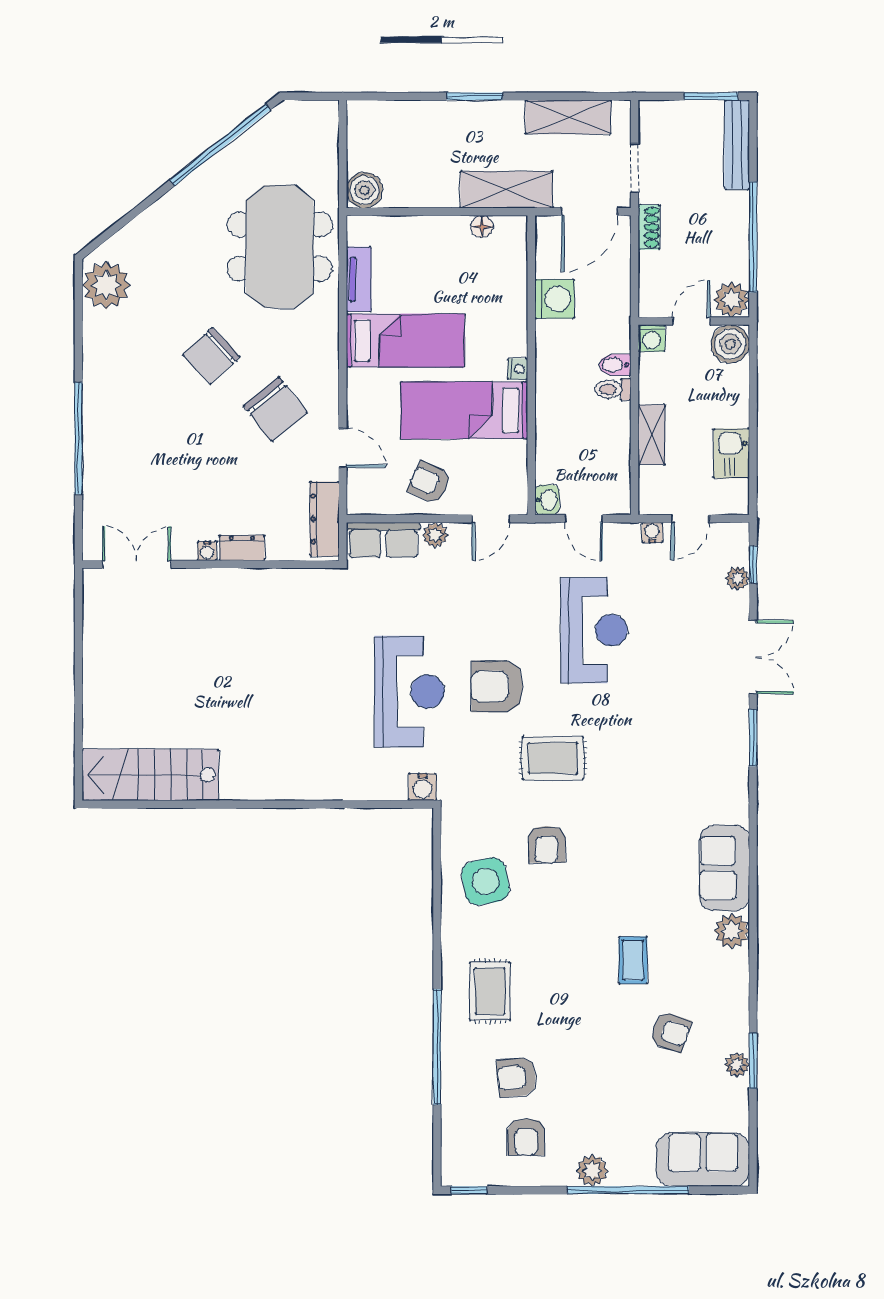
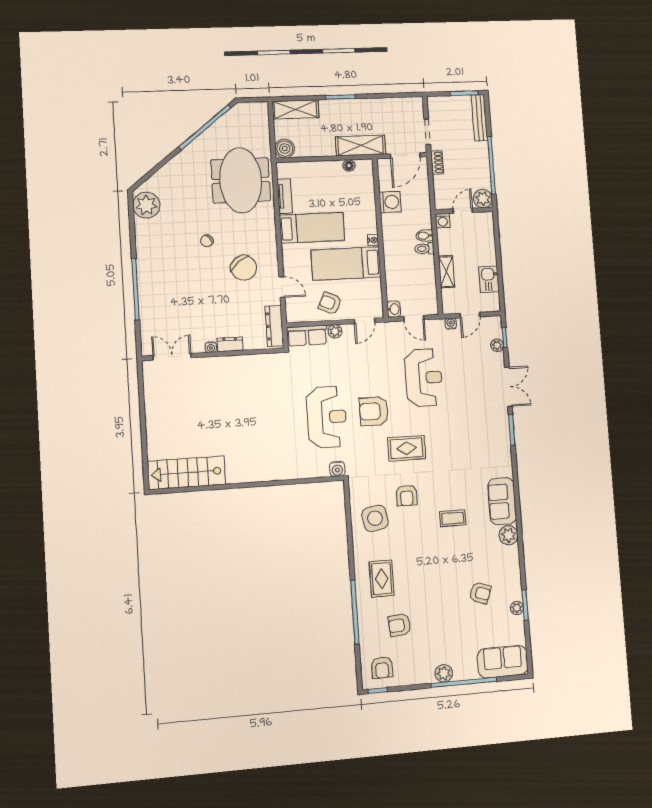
shelving: (568, 117) -> (295, 109), moved
boiler: (730, 344) -> (484, 222), removed
chair: (211, 356) -> (207, 241), width x0.54, depth x0.54
coffee table: (633, 960) -> (453, 518), moved, turned 90
armchair: (526, 1137) -> (382, 668), moved

